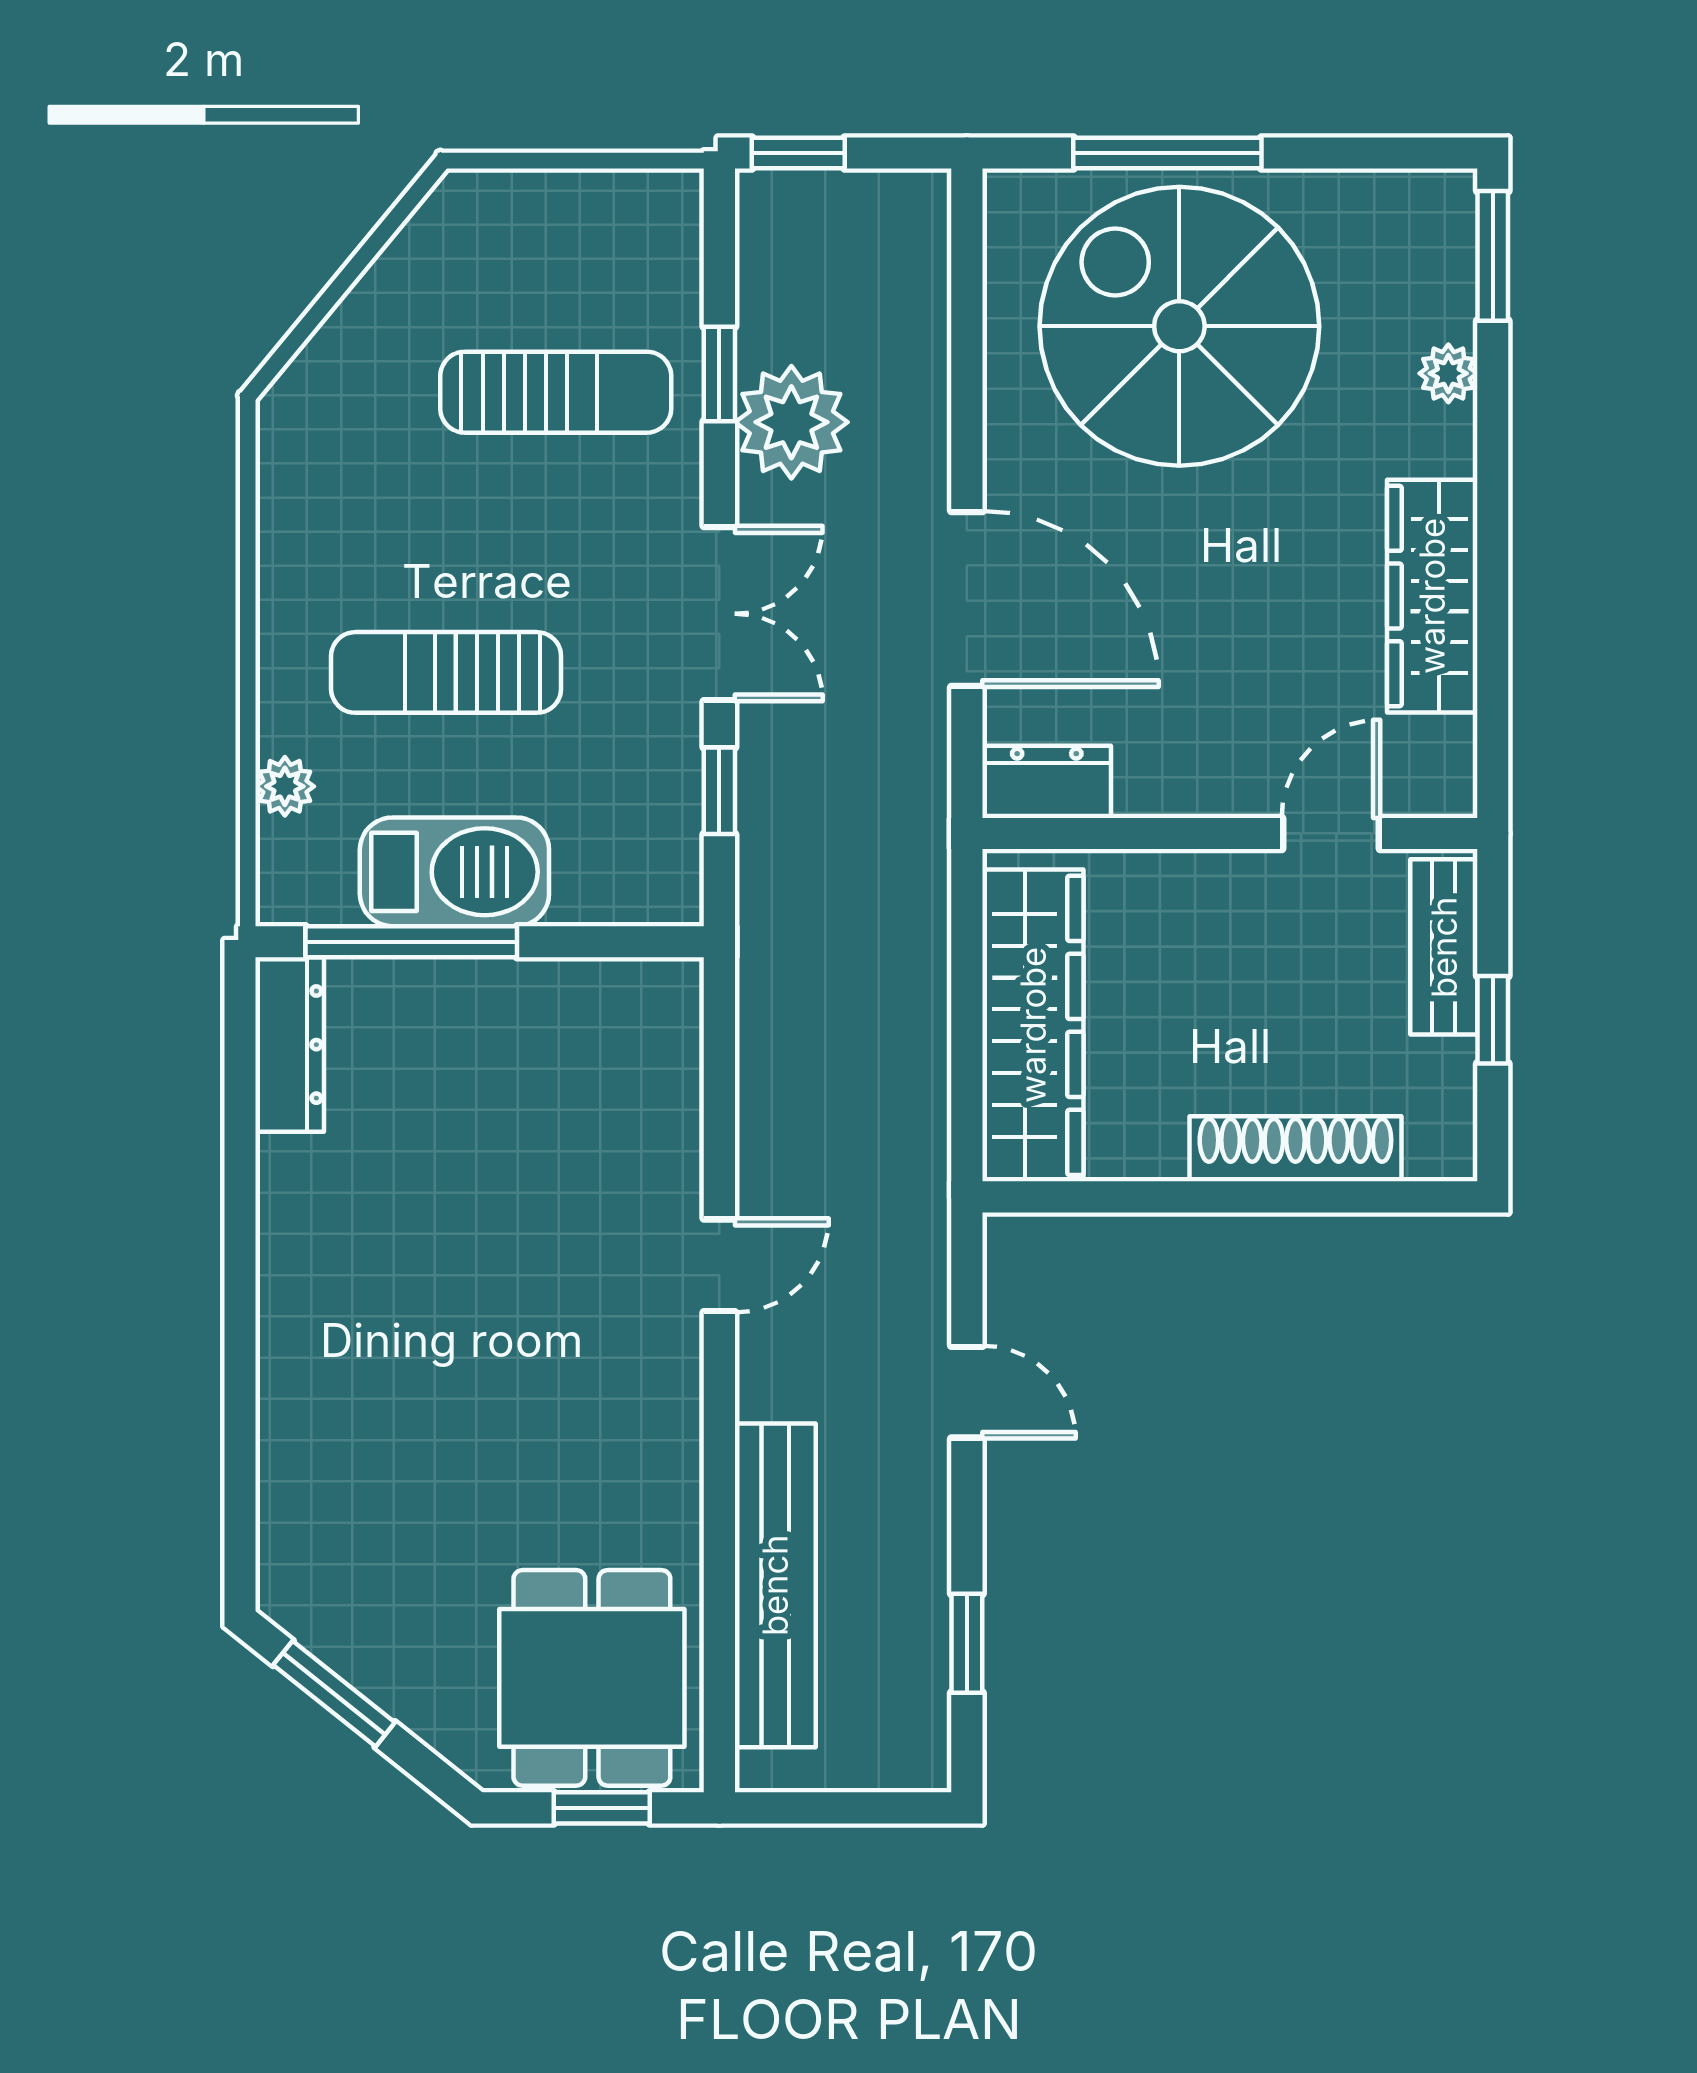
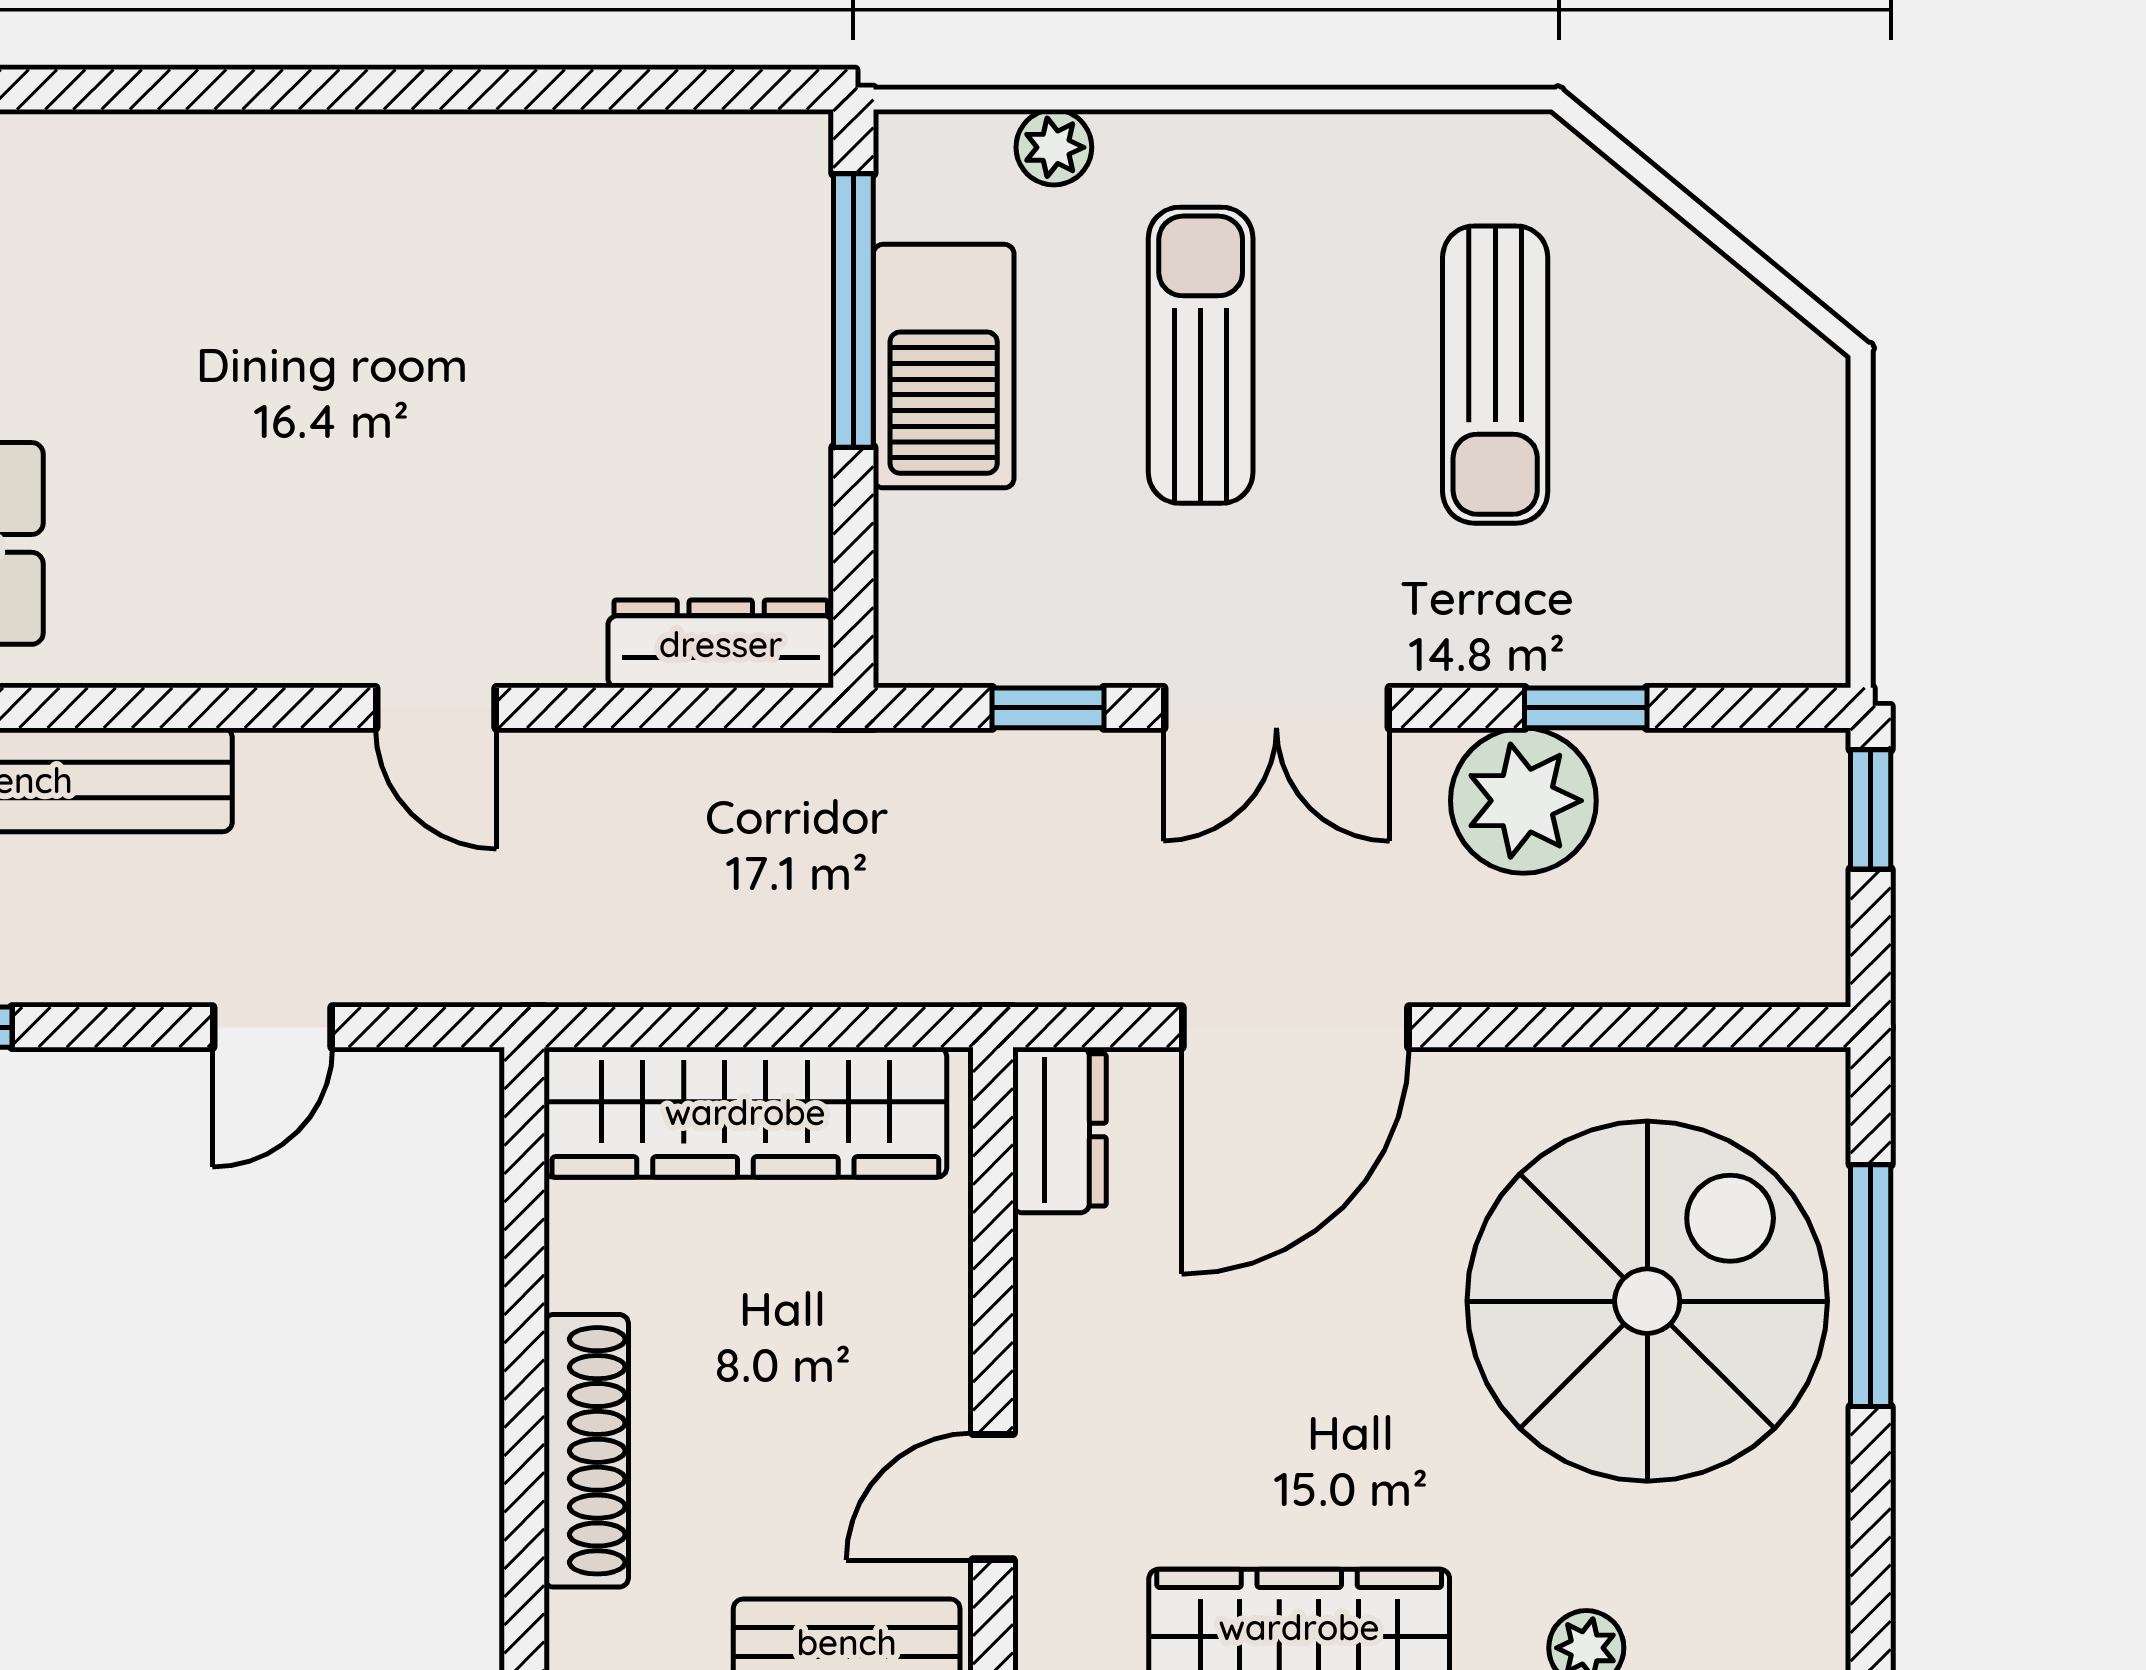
sun lounger: (556, 392) -> (1495, 375), moved
door: (1331, 833) -> (993, 1497), swing flipped
dresser: (290, 1045) -> (721, 644), moved, turned 180

